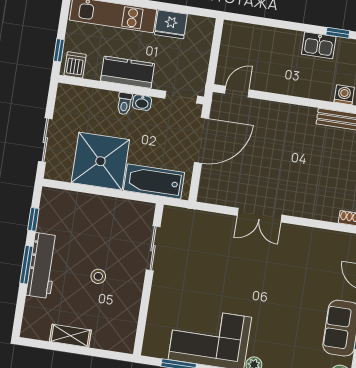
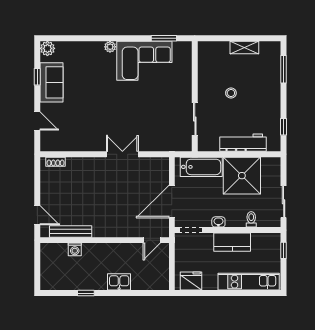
fridge: (171, 24) -> (191, 281), moved
kitchen sink: (319, 45) -> (119, 282), moved
dishwasher: (75, 65) -> (270, 242), removed
toilet: (124, 104) -> (251, 219), moved
sliding door: (45, 140) -> (284, 202), moved
window: (26, 265) -> (284, 69), moved
workbench: (42, 266) -> (243, 143), moved, turned 90

